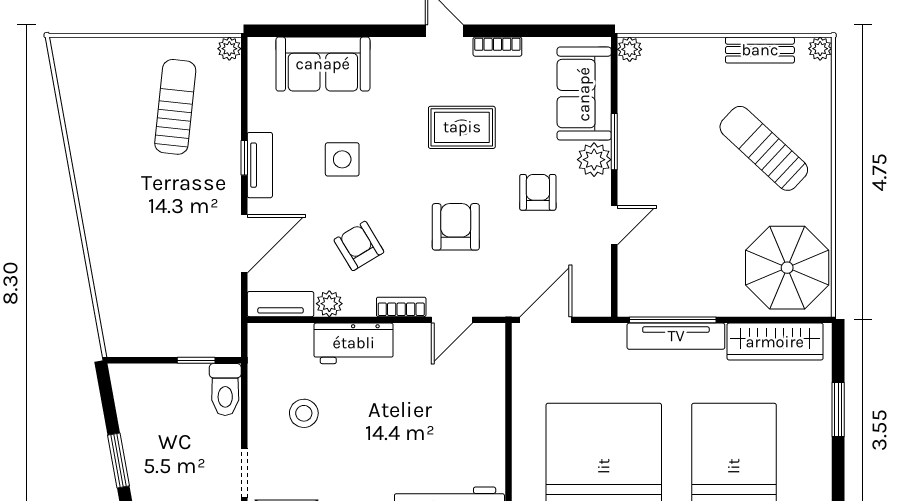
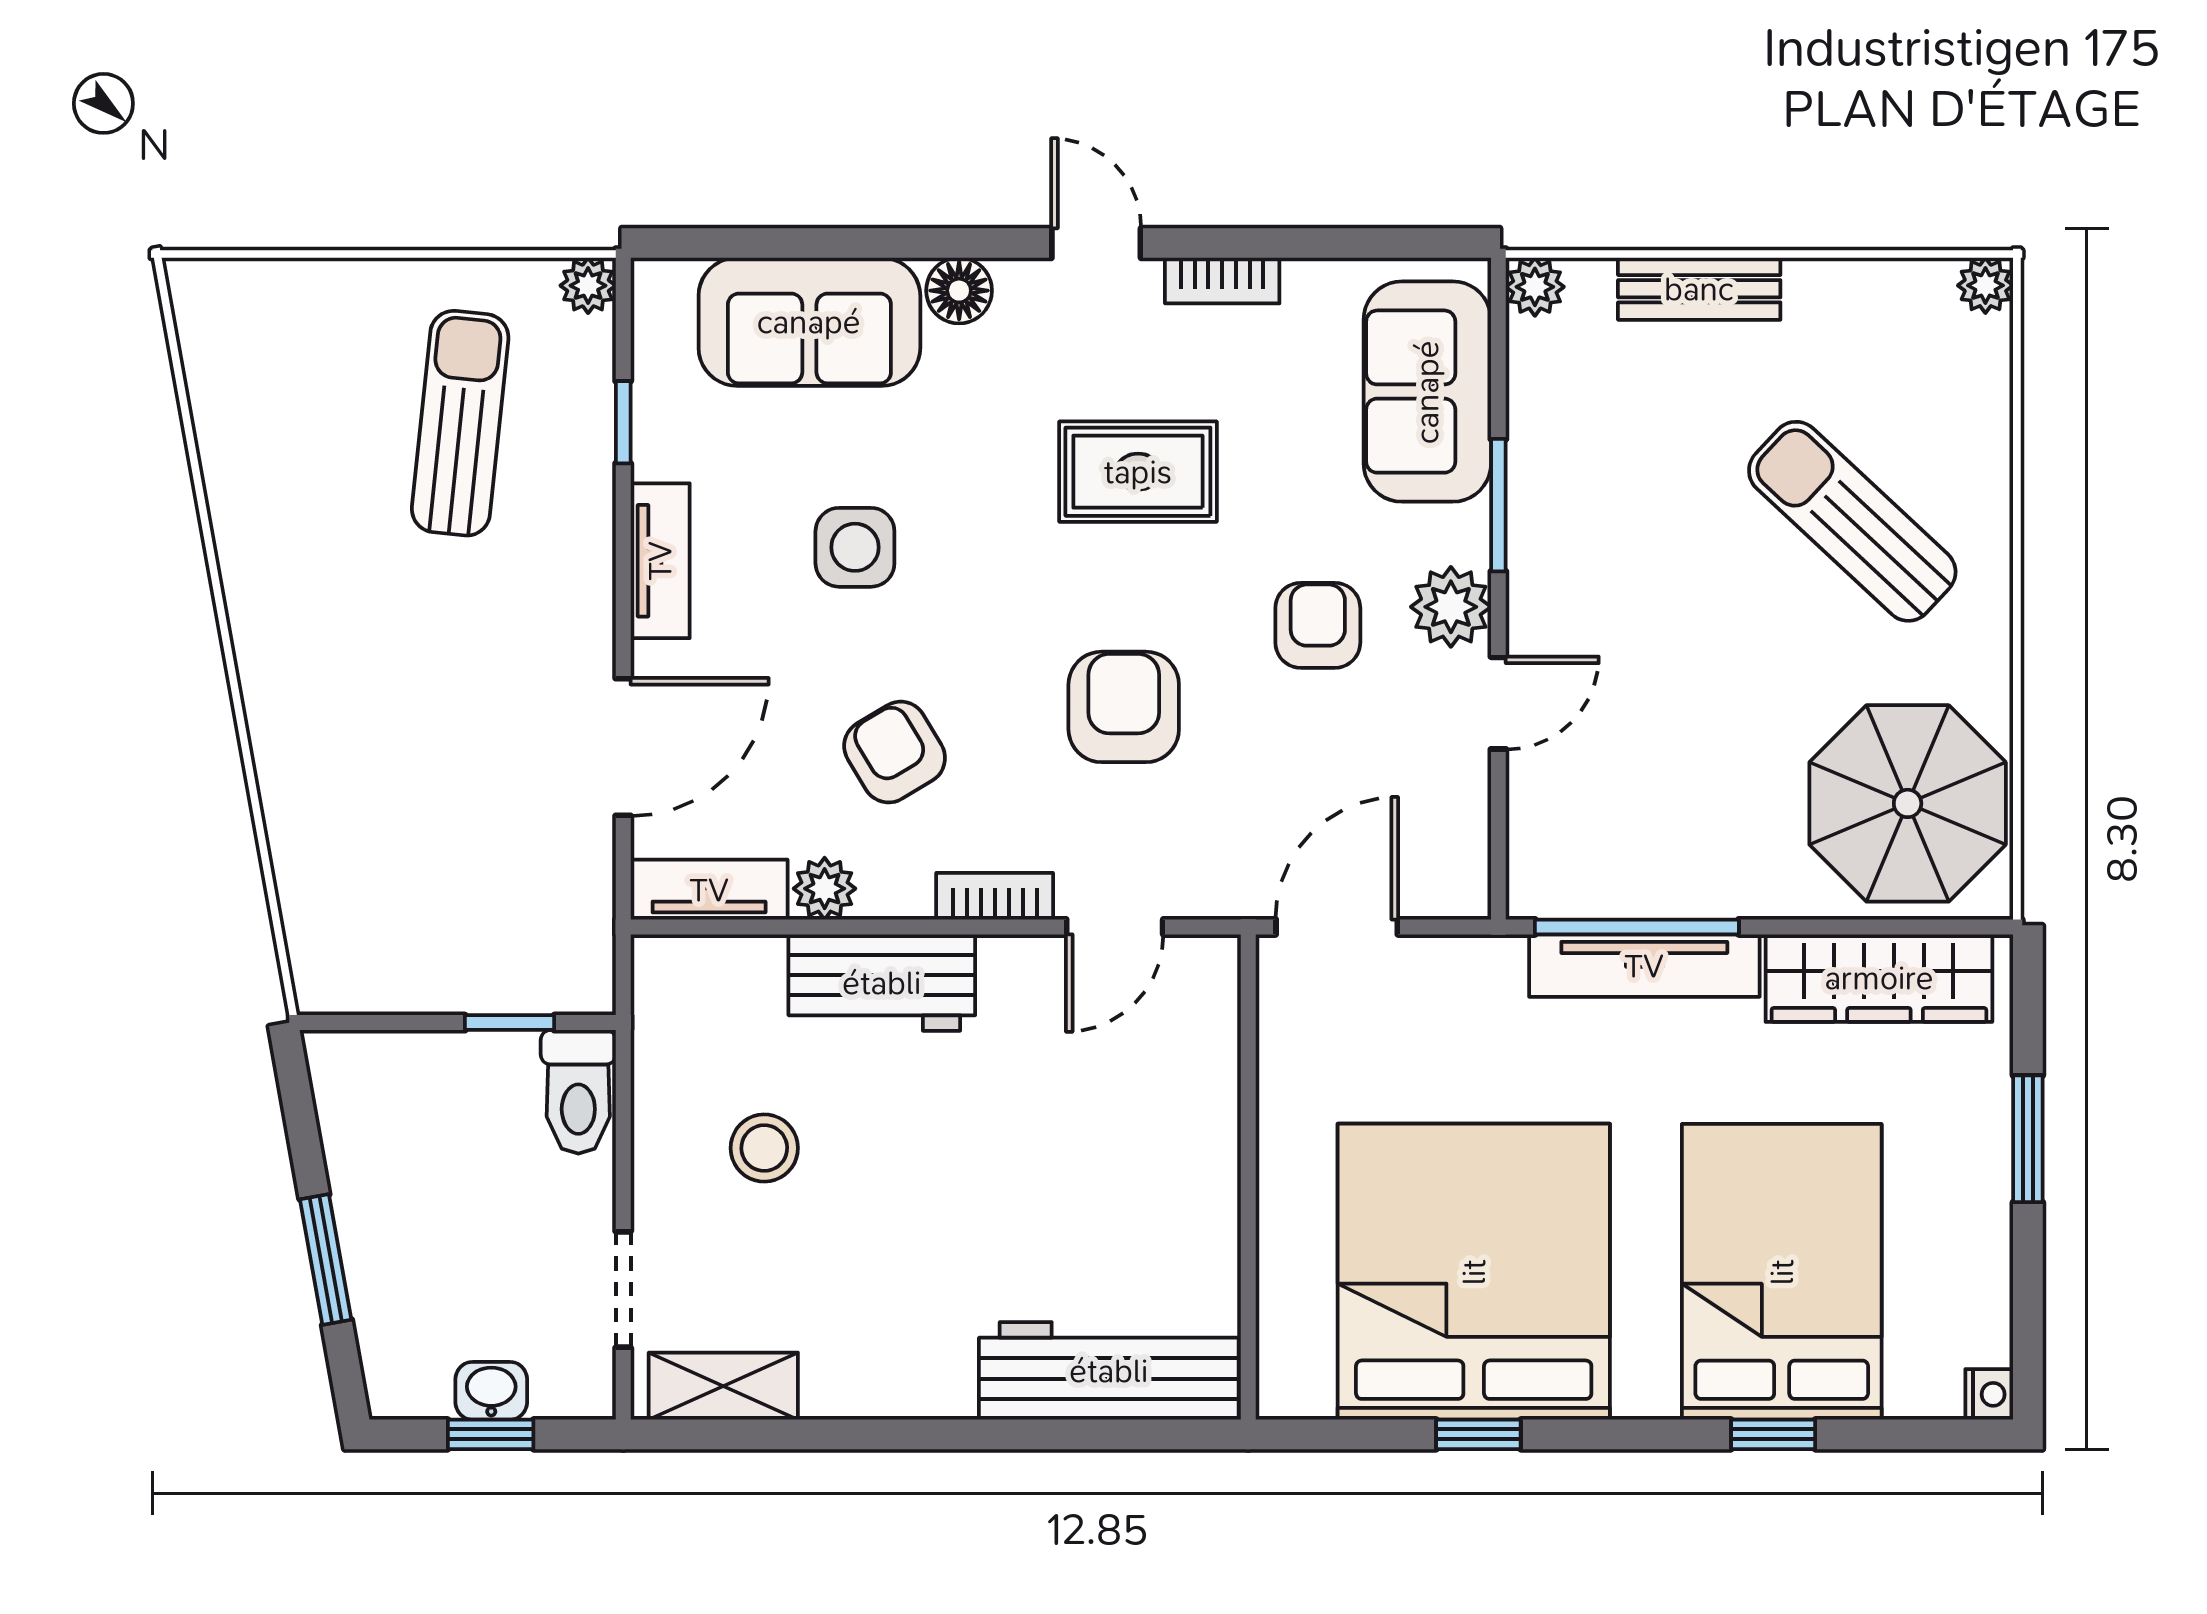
bench: (760, 50) -> (1699, 289), moved
floor lamp: (386, 51) -> (959, 291), added
window: (244, 158) -> (623, 422), moved
plant: (594, 160) -> (1451, 607), moved

